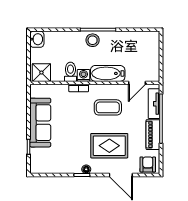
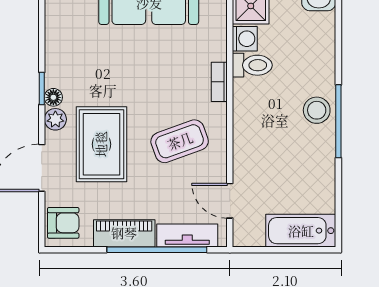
bathtub: (108, 73) -> (301, 231), moved, turned -90
washing machine: (83, 75) -> (245, 39), moved
coffee table: (108, 107) -> (180, 141), turned 70
plant: (97, 168) -> (55, 119), added

